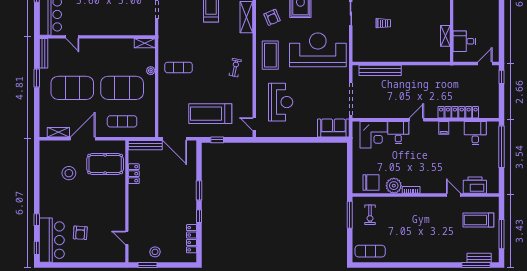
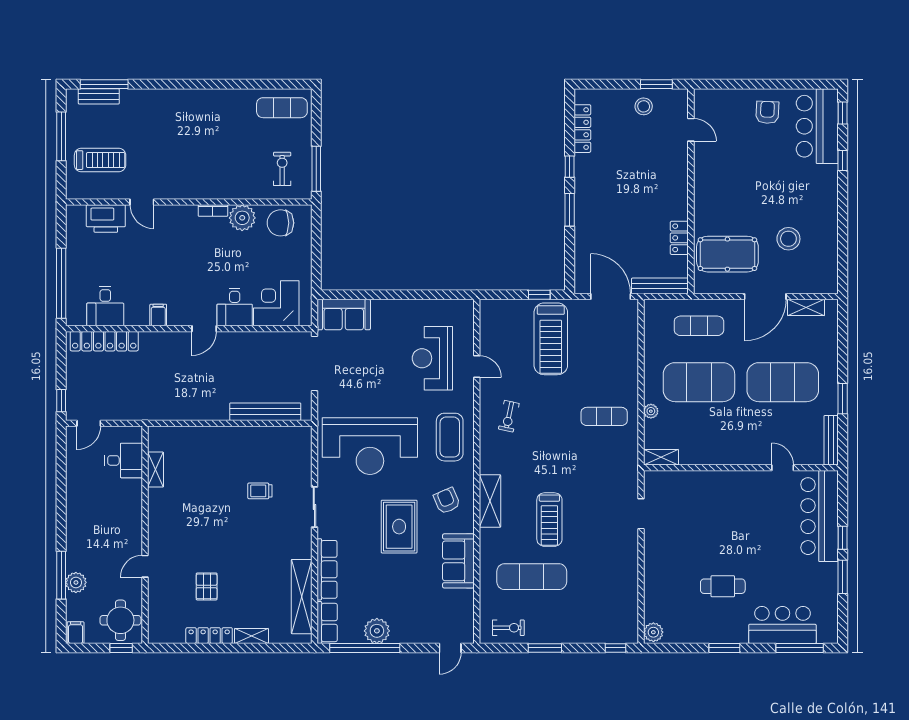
locker: (458, 112) -> (104, 341), moved
treadmill: (210, 114) -> (551, 339), turned 90
door: (254, 124) -> (477, 366), moved
armchair: (80, 233) -> (767, 112), moved

